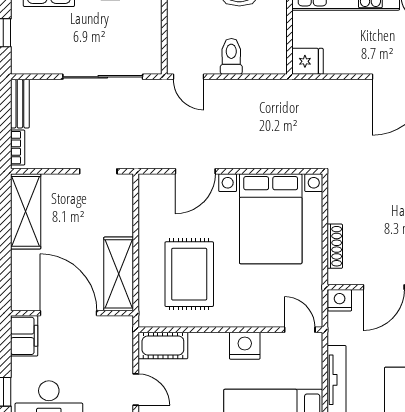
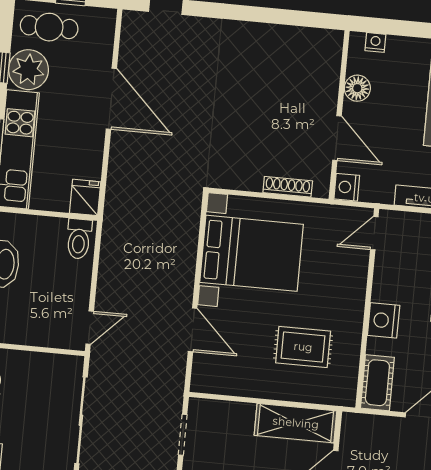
toilet: (231, 56) -> (79, 239), moved, turned -90
rug: (189, 274) -> (303, 347), width x0.73, depth x0.70
nightstand: (245, 346) -> (384, 320), moved

